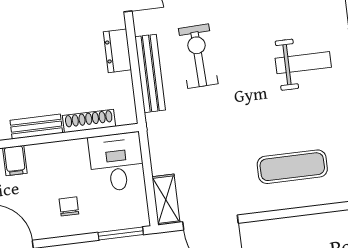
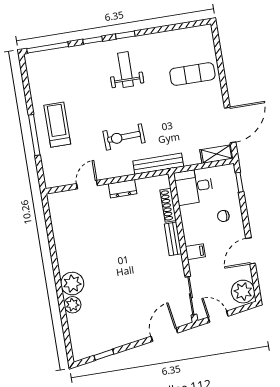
bench: (150, 73) -> (158, 164), moved
exercise mat: (292, 167) -> (192, 74), turned 90
window: (121, 234) -> (239, 182), width x0.67

